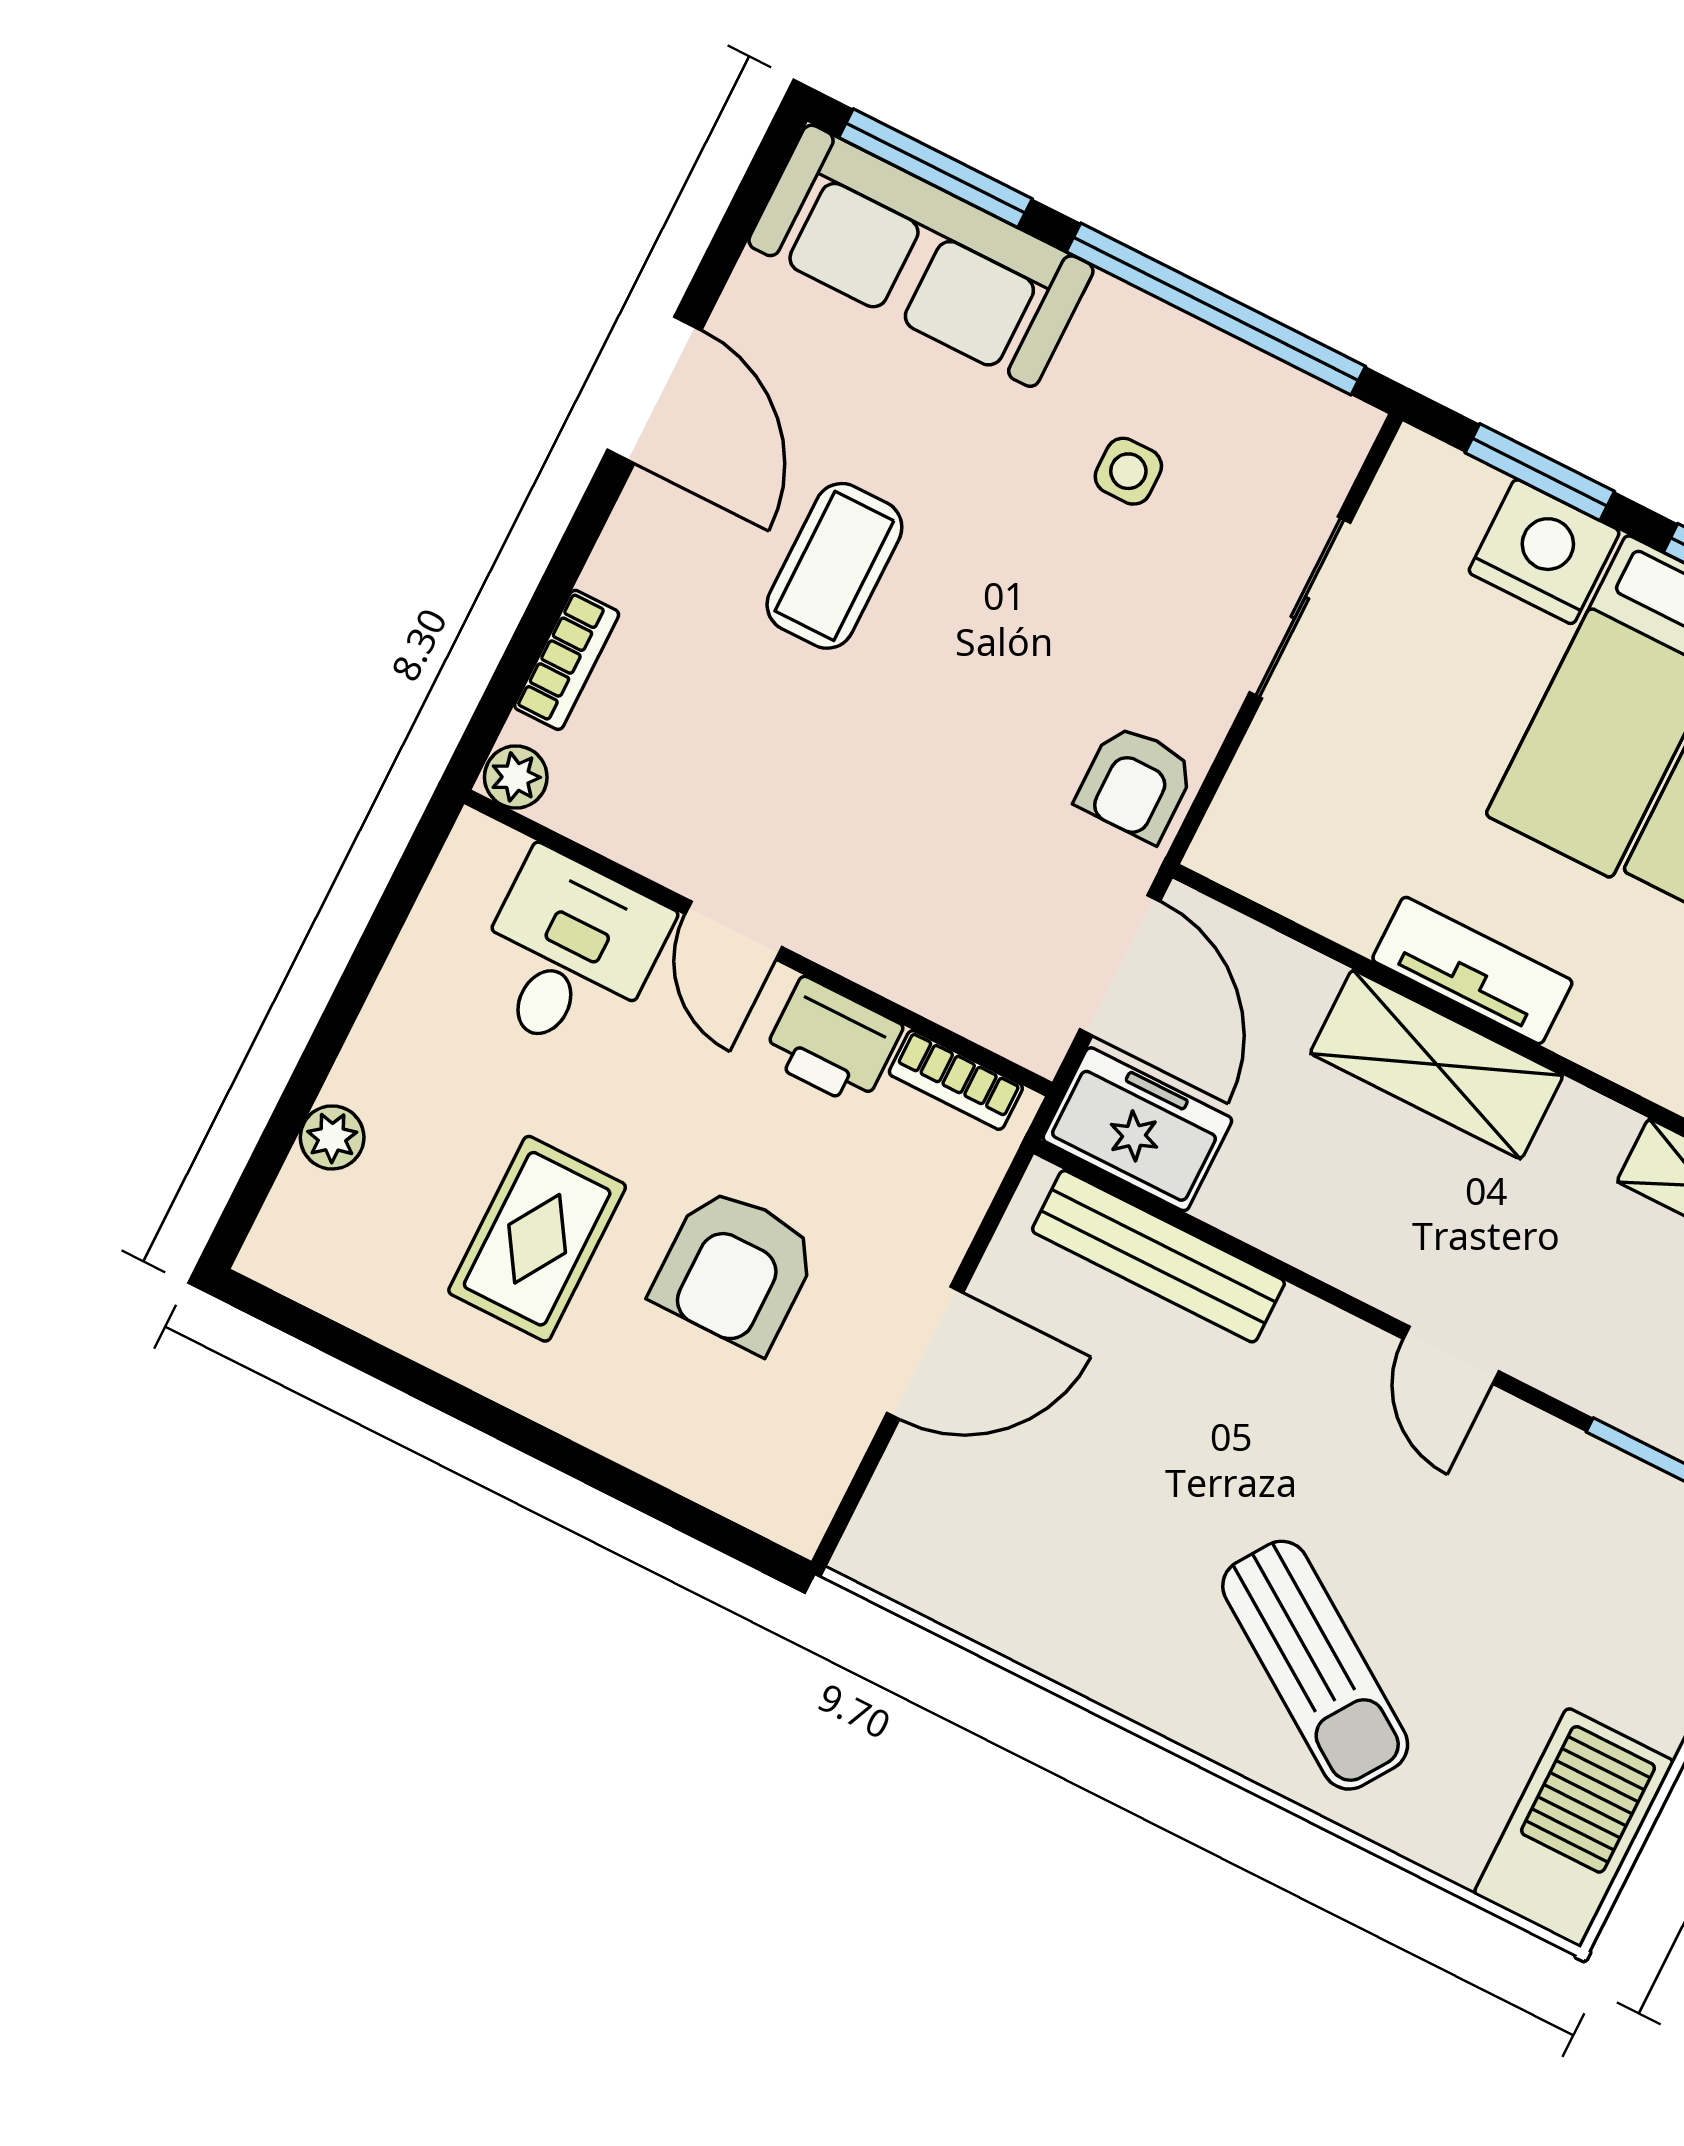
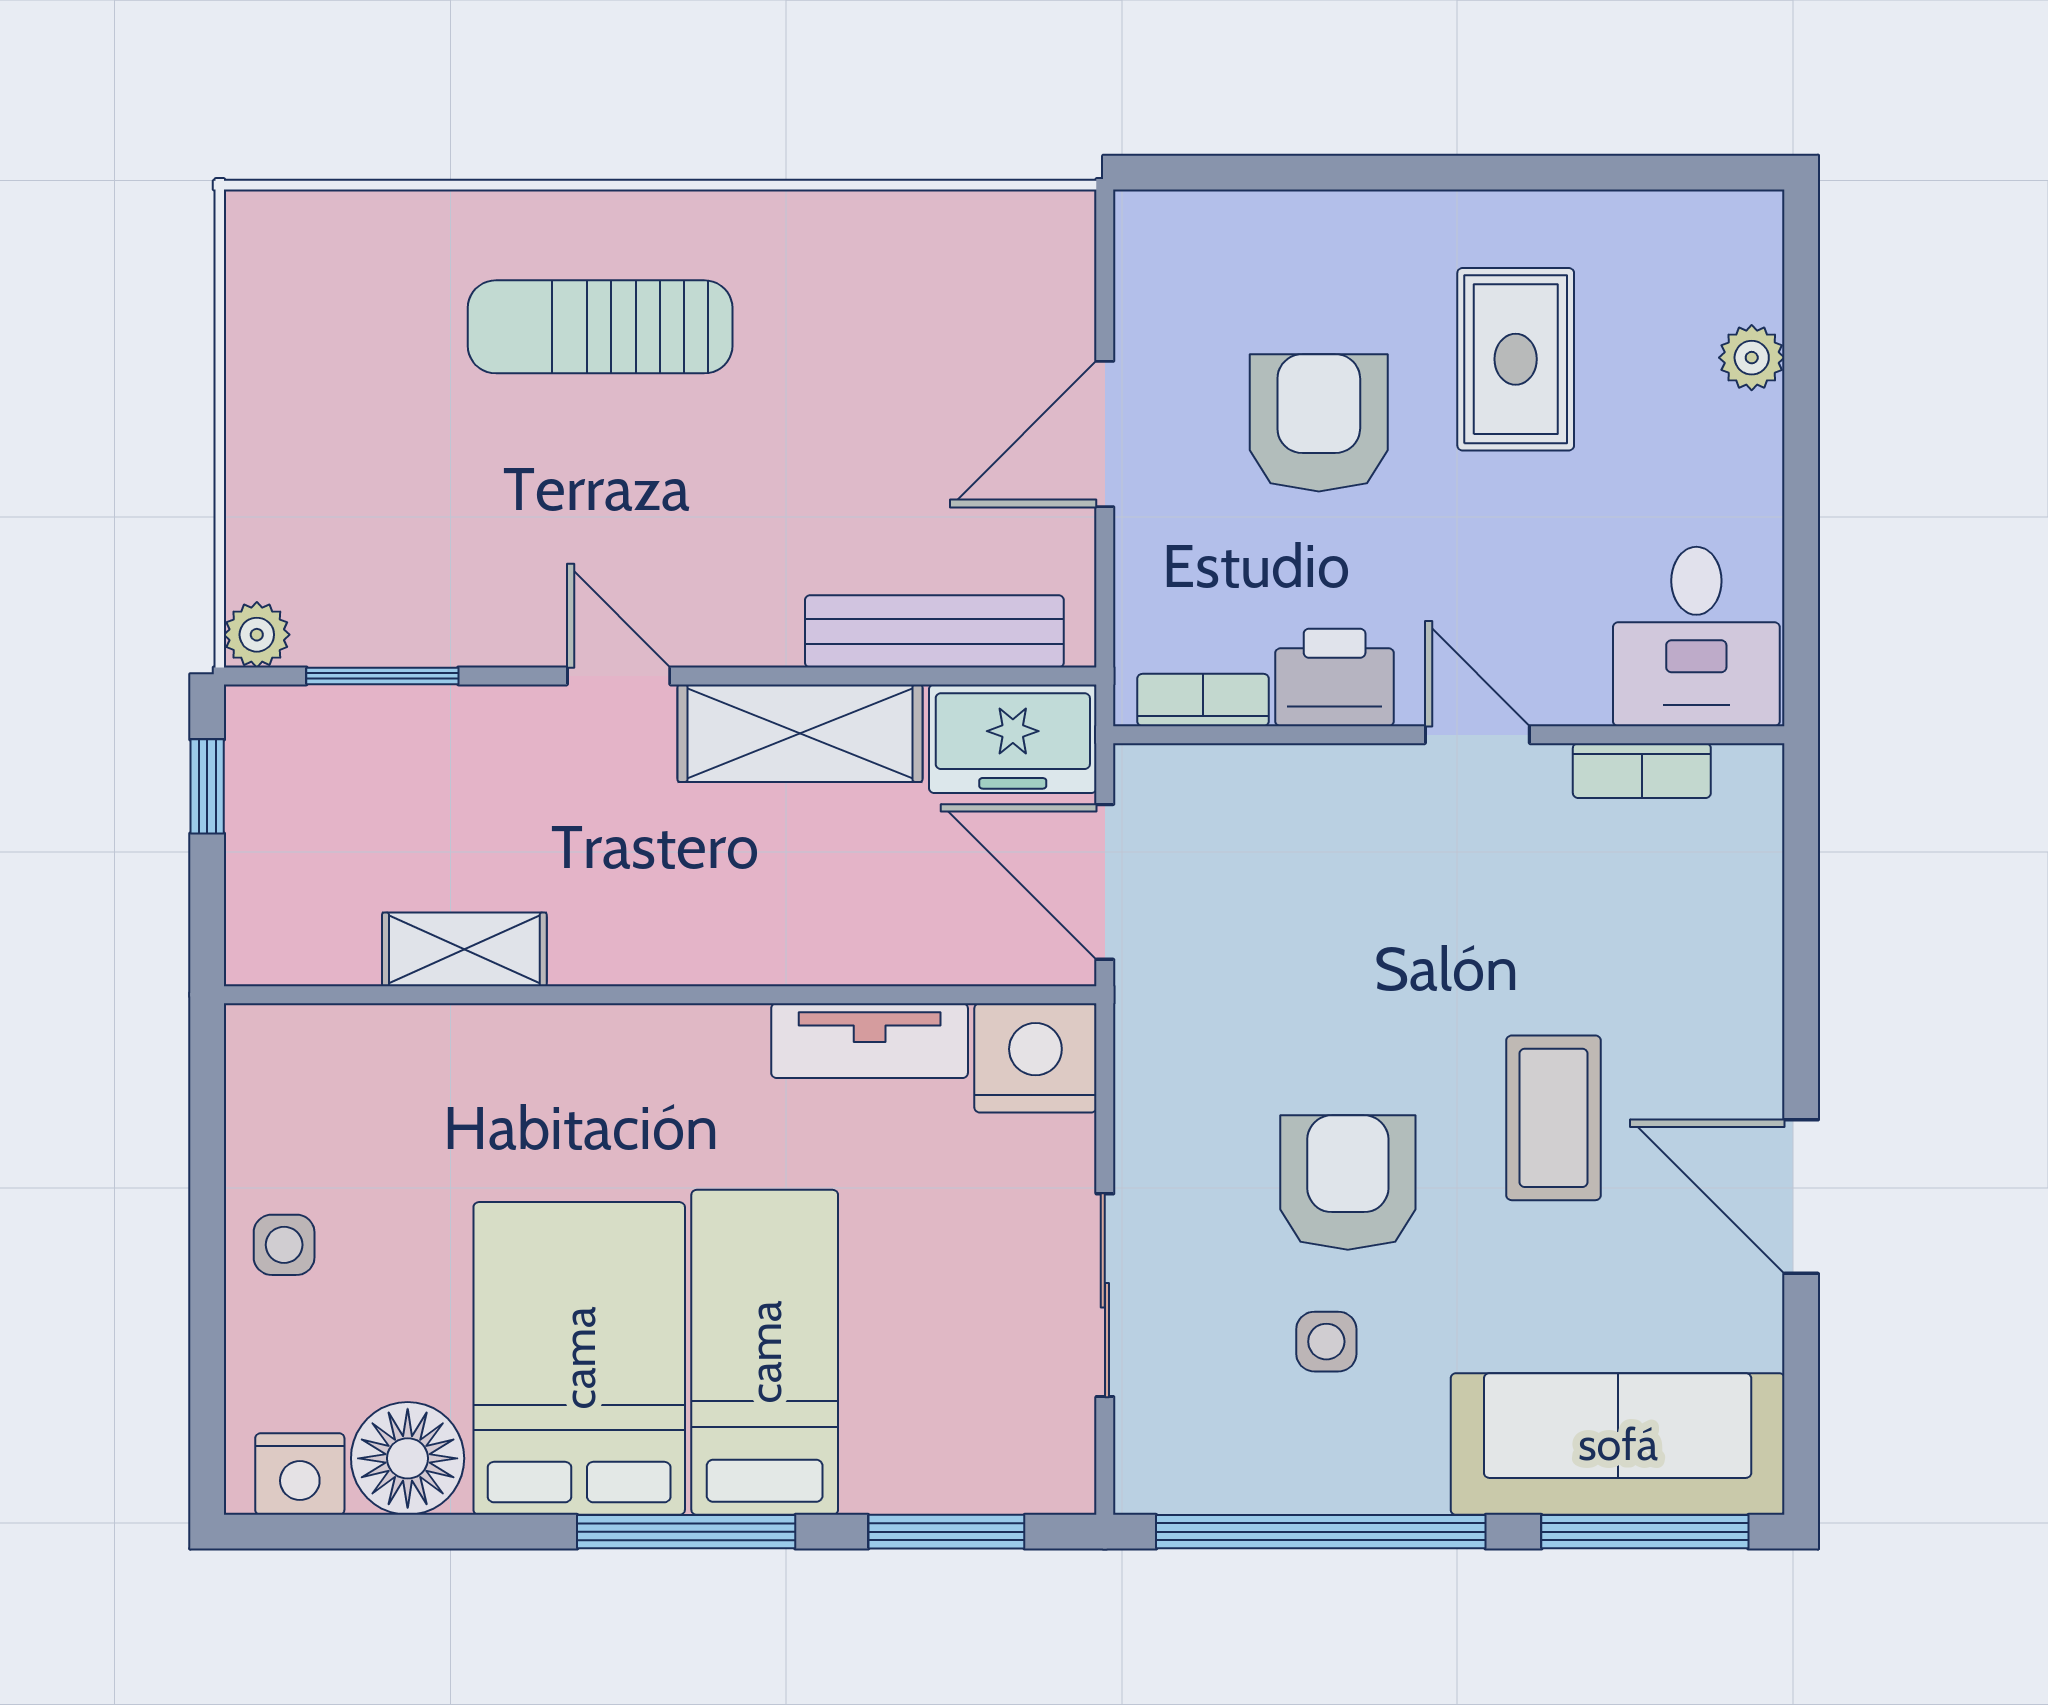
nightstand: (1544, 552) -> (1035, 1058), moved, turned 180
bookcase: (567, 660) -> (1642, 771), moved, turned -90
plant: (516, 777) -> (1750, 775), removed
armchair: (1136, 783) -> (1348, 1183), moved, width x1.38, depth x1.38
desk: (569, 954) -> (1696, 637), moved
tv unit: (1472, 970) -> (870, 1041), moved
shelving: (1437, 1064) -> (800, 733), moved
sun lounger: (1315, 1665) -> (600, 327), turned -34
barbecue: (1574, 1827) -> (286, 297), removed

